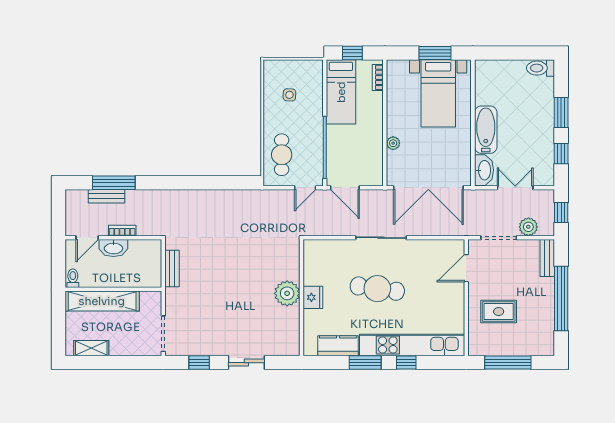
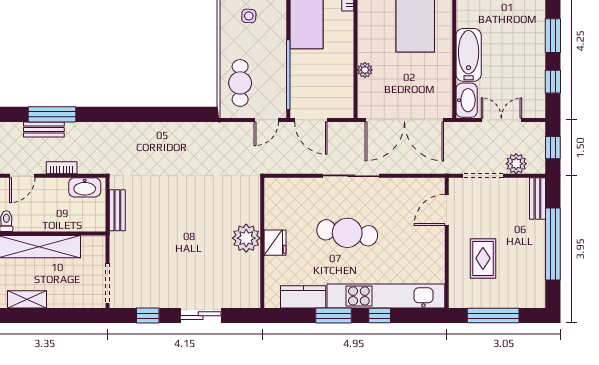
washbasin: (113, 248) -> (85, 187), moved
rug: (499, 312) -> (483, 258), turned 90

